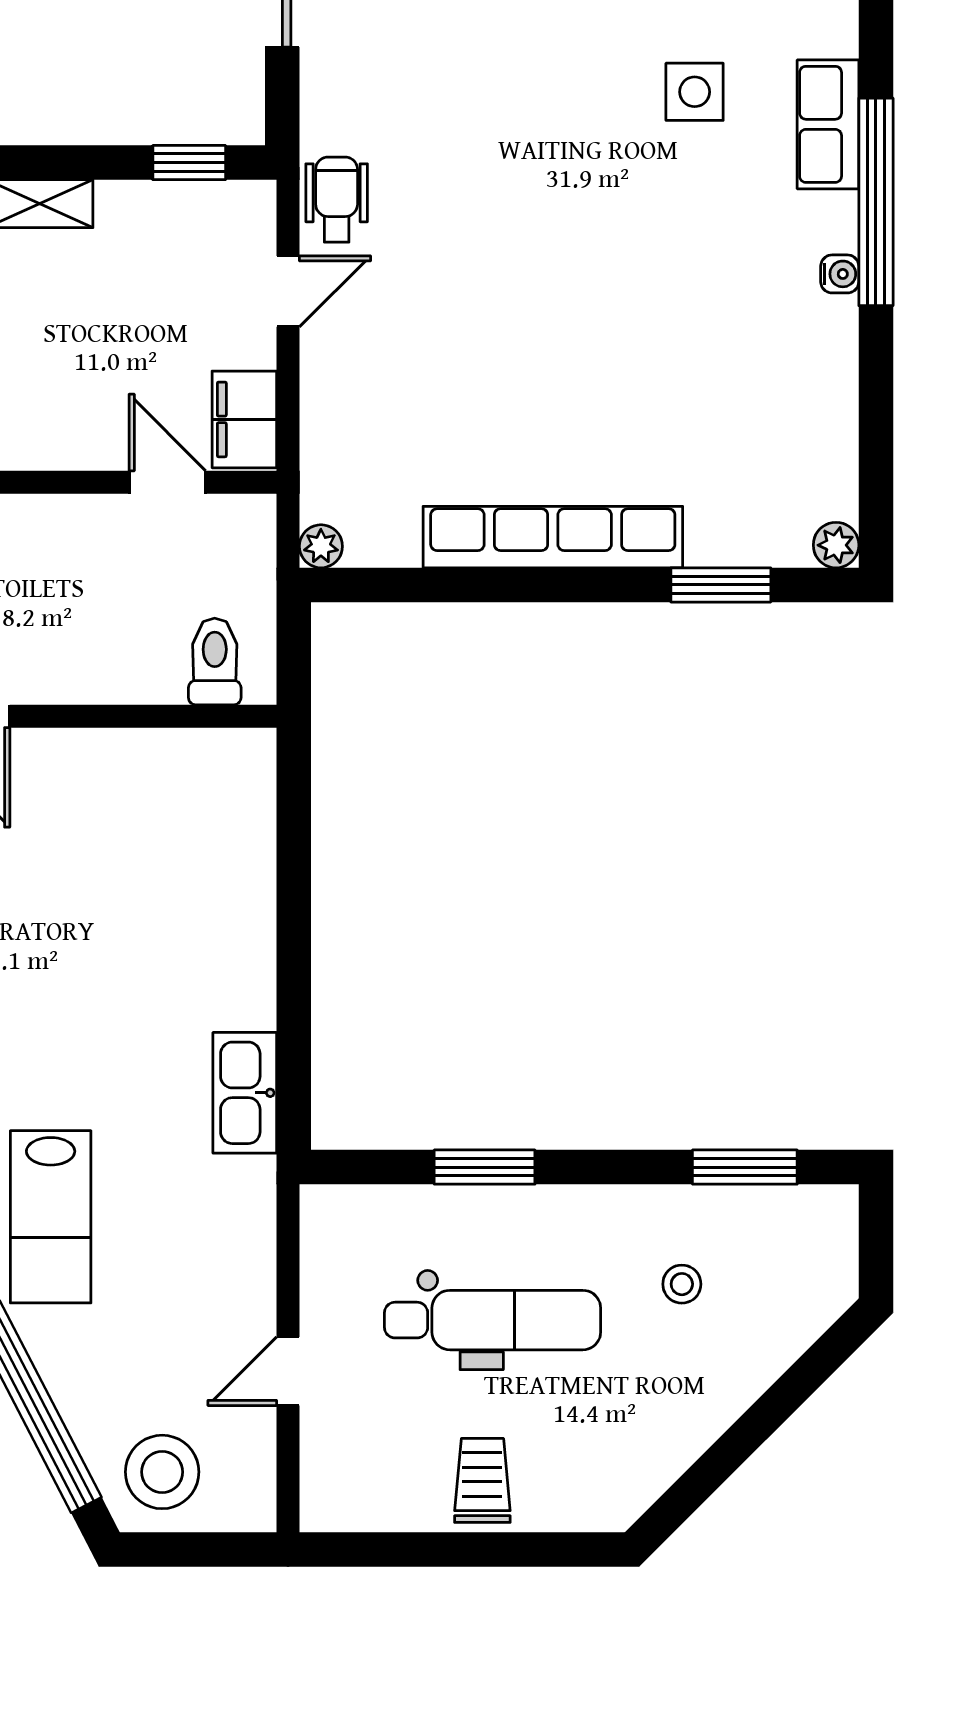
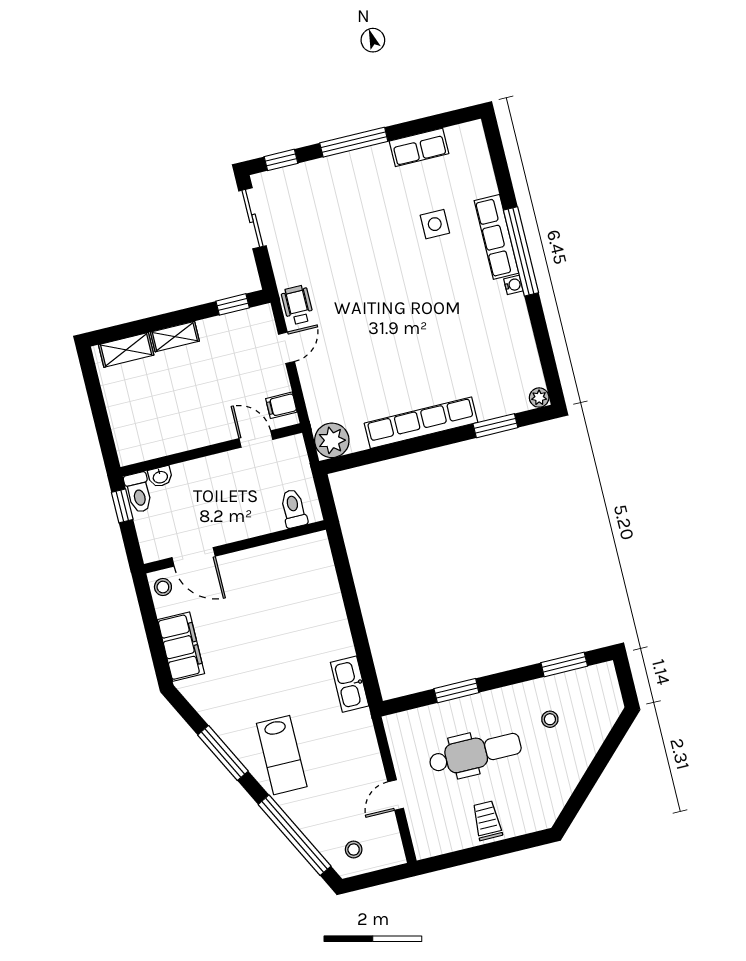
row of seats: (828, 124) -> (496, 237), width x1.48
filing cabinet: (244, 419) -> (281, 405), width x0.50
plant: (321, 546) -> (332, 440), width x1.88, depth x1.88
stool: (162, 1472) -> (354, 849), width x0.53, depth x0.53

